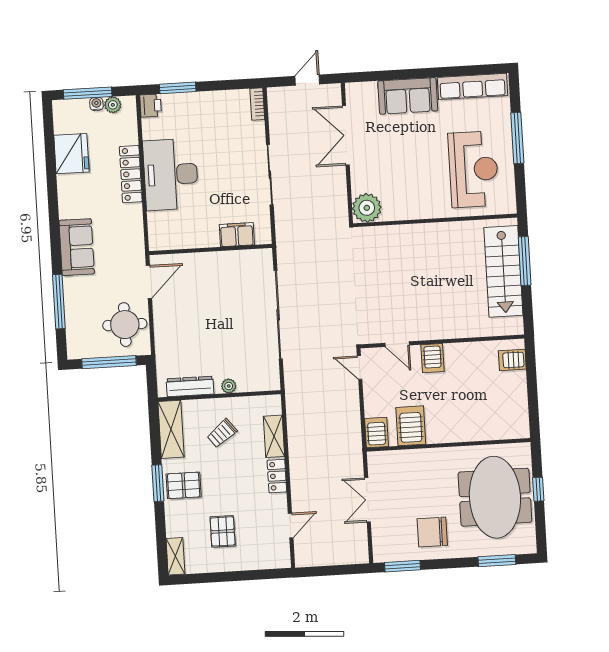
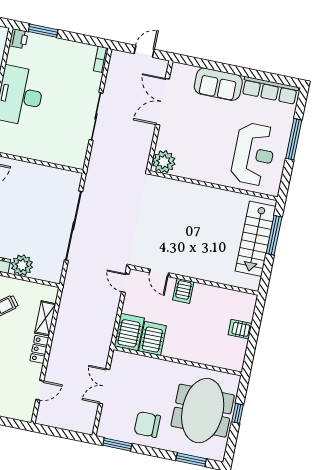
filing cabinet: (237, 235) -> (58, 156), removed
server rack: (512, 360) -> (240, 329), moved
plant: (229, 386) -> (22, 265), width x1.88, depth x1.88
server rack: (377, 432) -> (129, 332), width x1.36, depth x1.44

